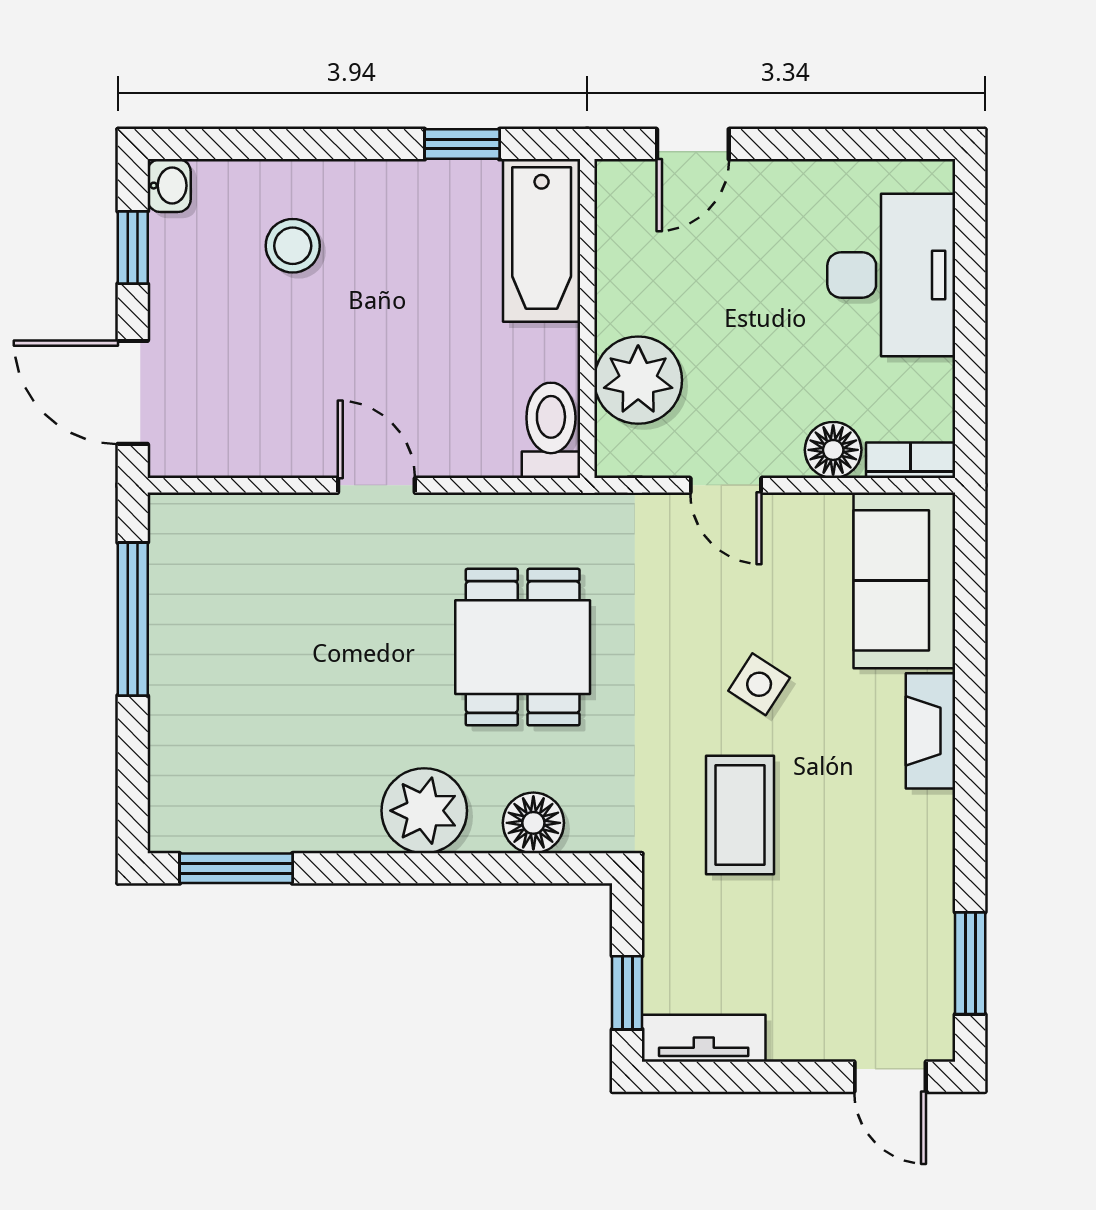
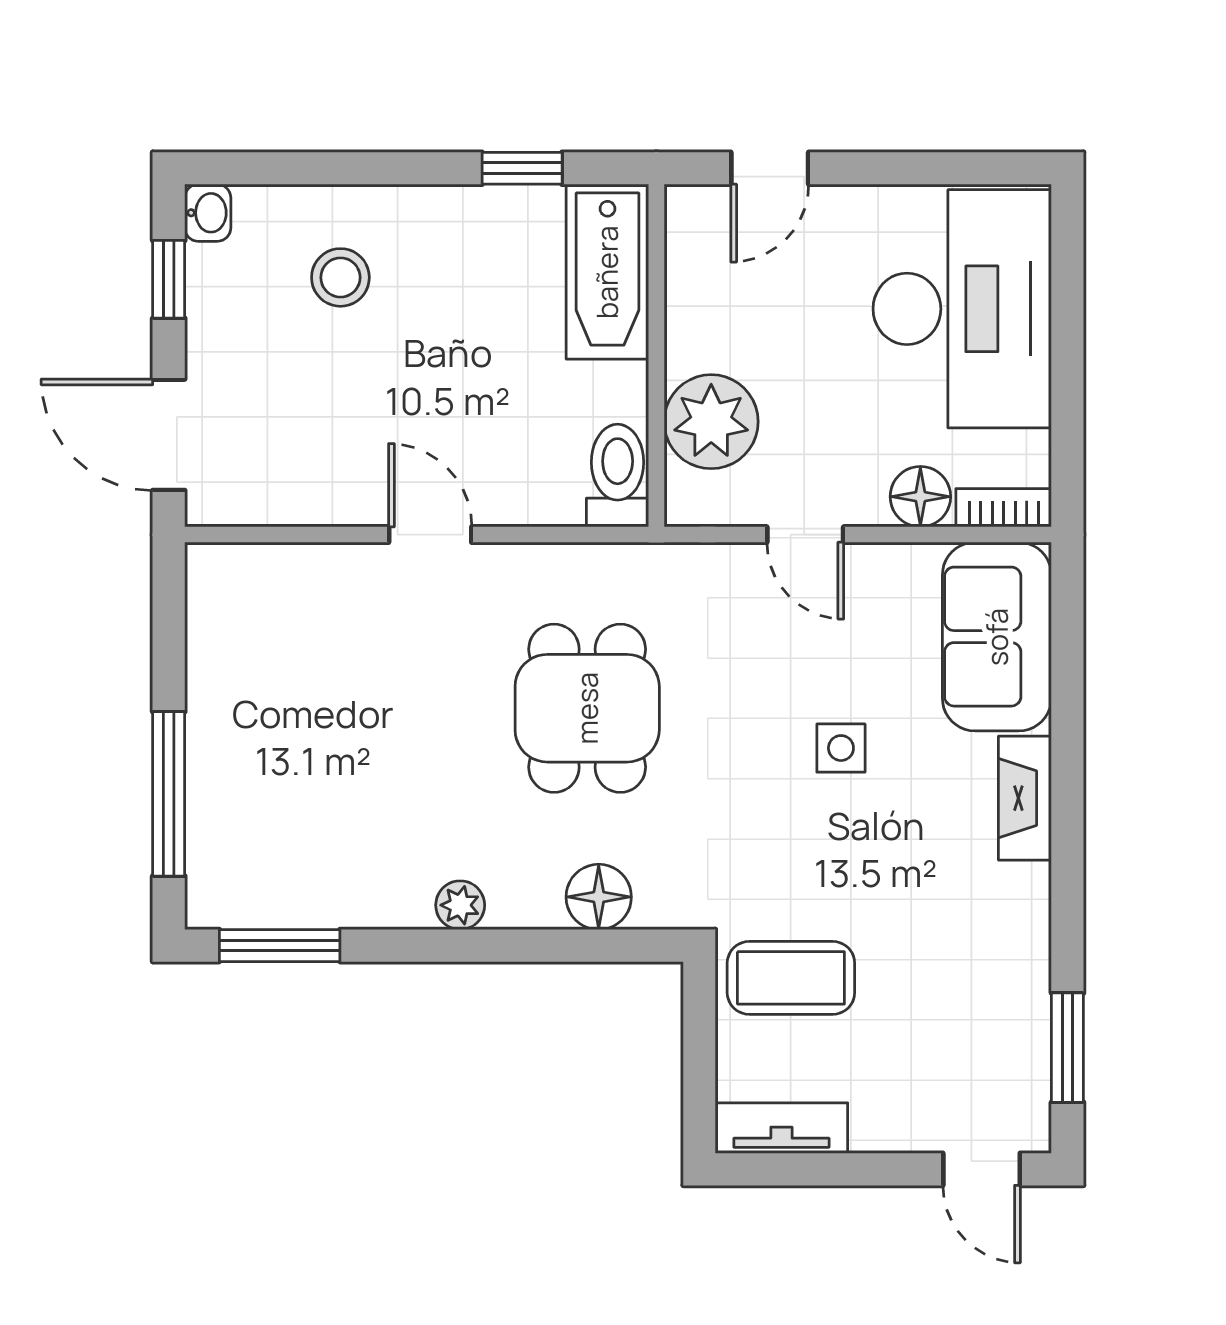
desk: (891, 275) -> (962, 309), width x1.36, depth x1.30
window: (133, 619) -> (169, 794), moved
side table: (759, 684) -> (841, 748), turned -33
plant: (424, 811) -> (460, 905), width x0.53, depth x0.53
coffee table: (740, 815) -> (791, 978), moved, turned 90
window: (627, 993) -> (699, 1079), removed

